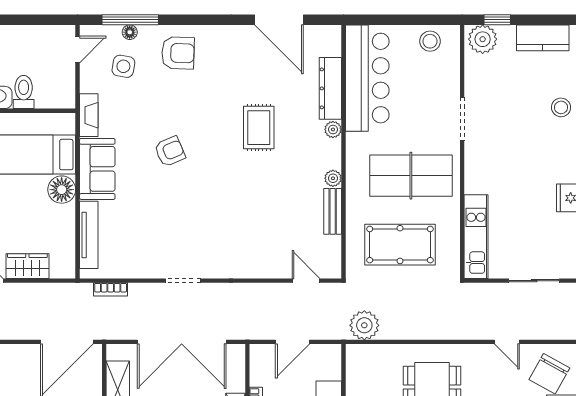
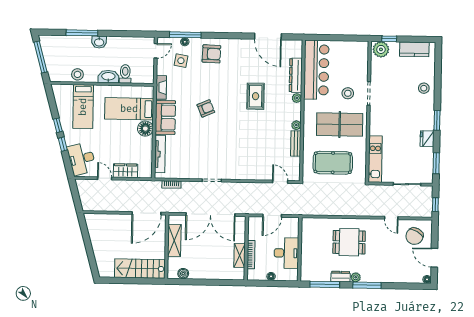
stool: (430, 41) -> (348, 93), moved
plant: (364, 325) -> (312, 207), removed

